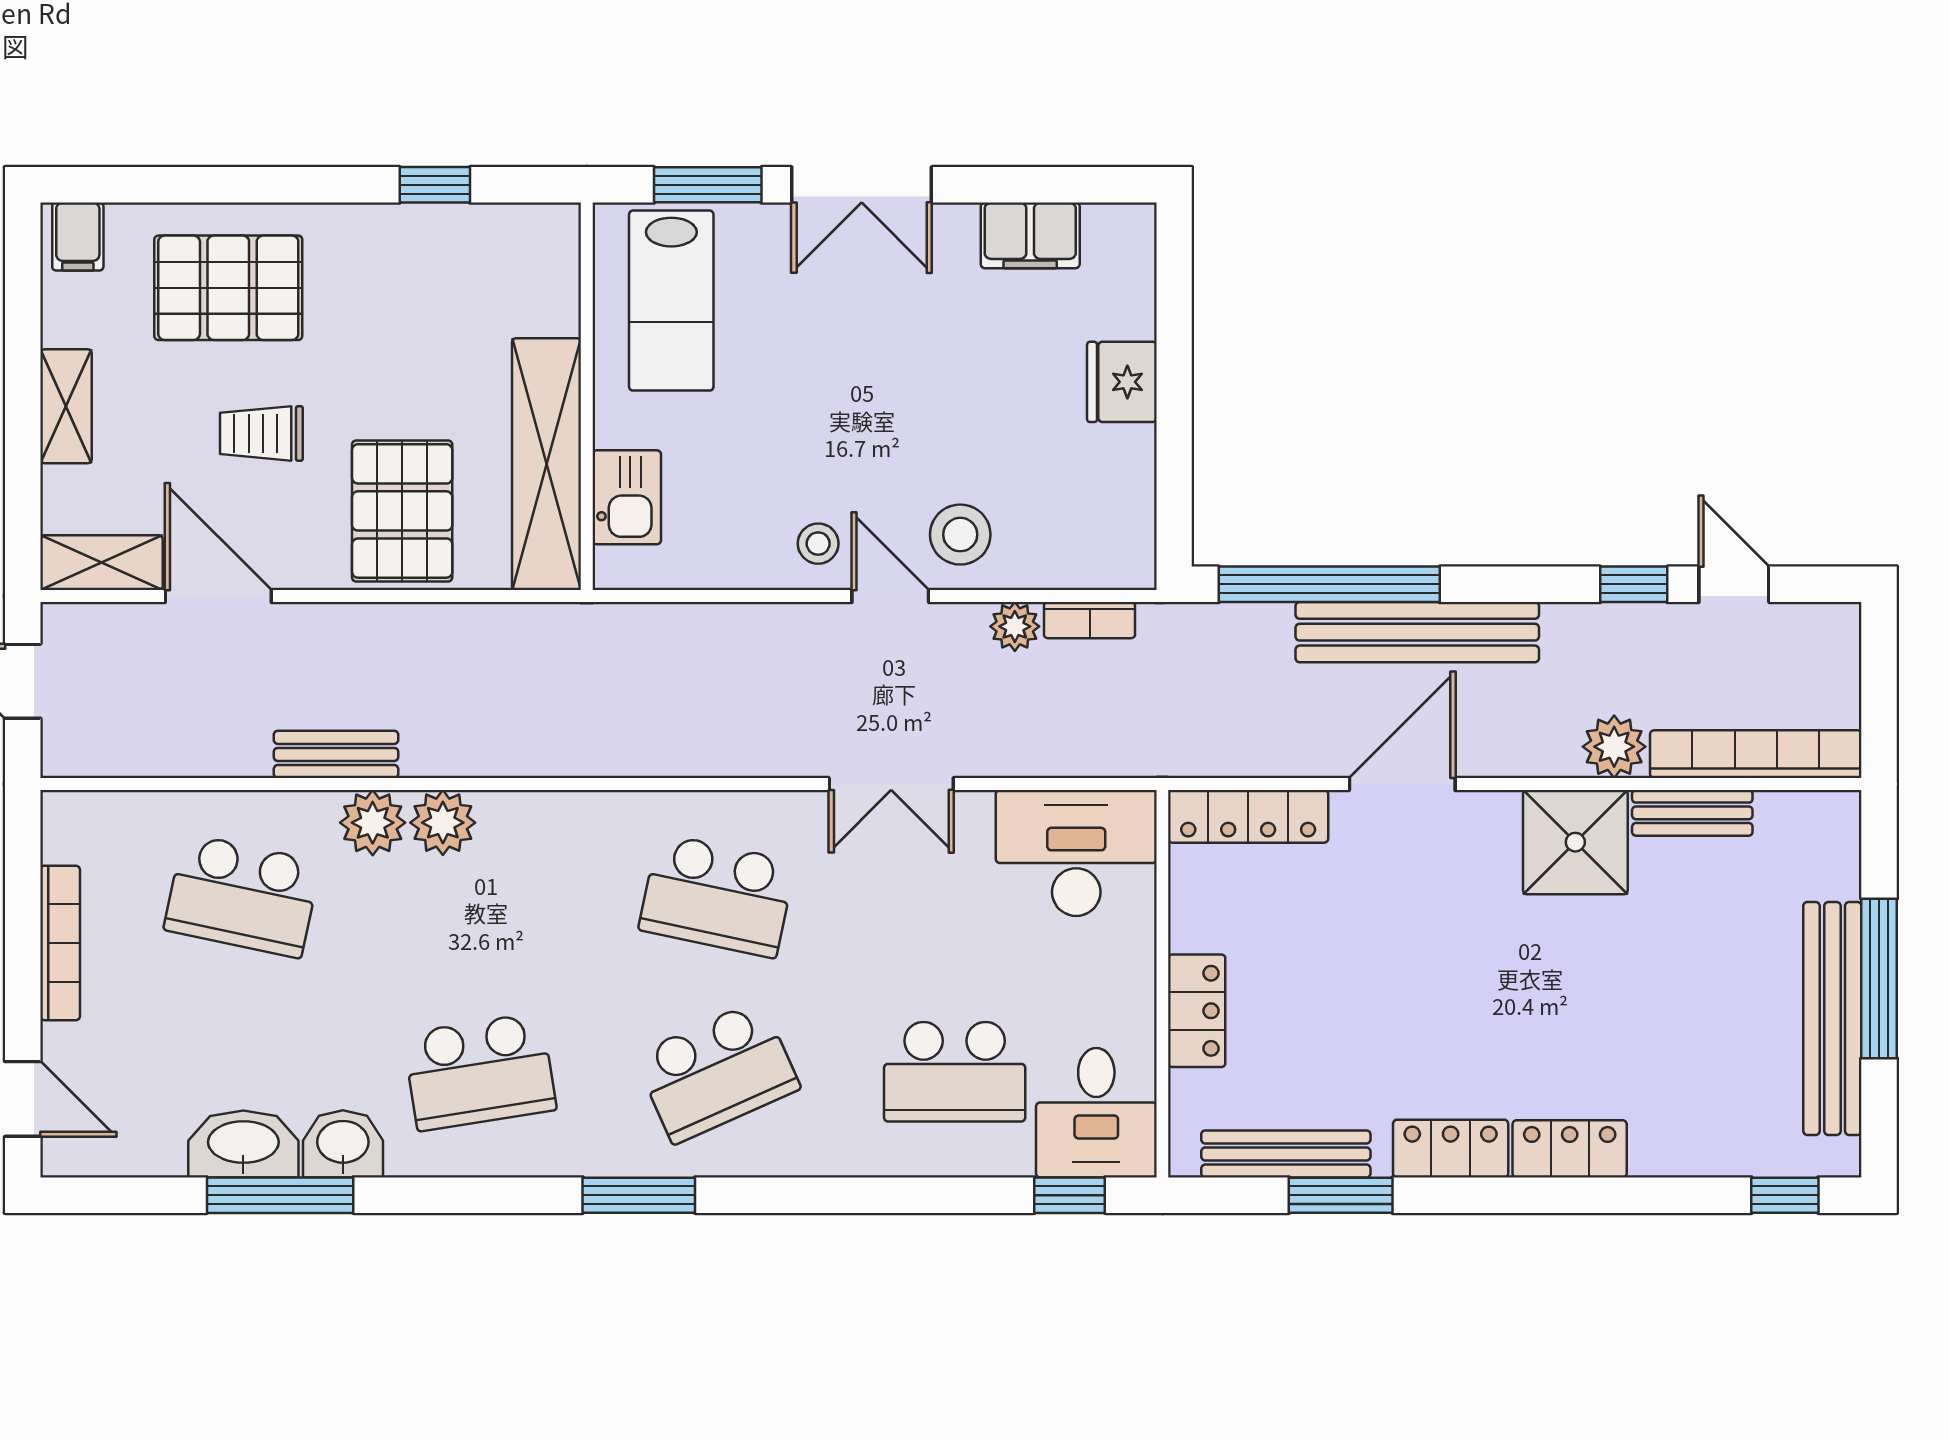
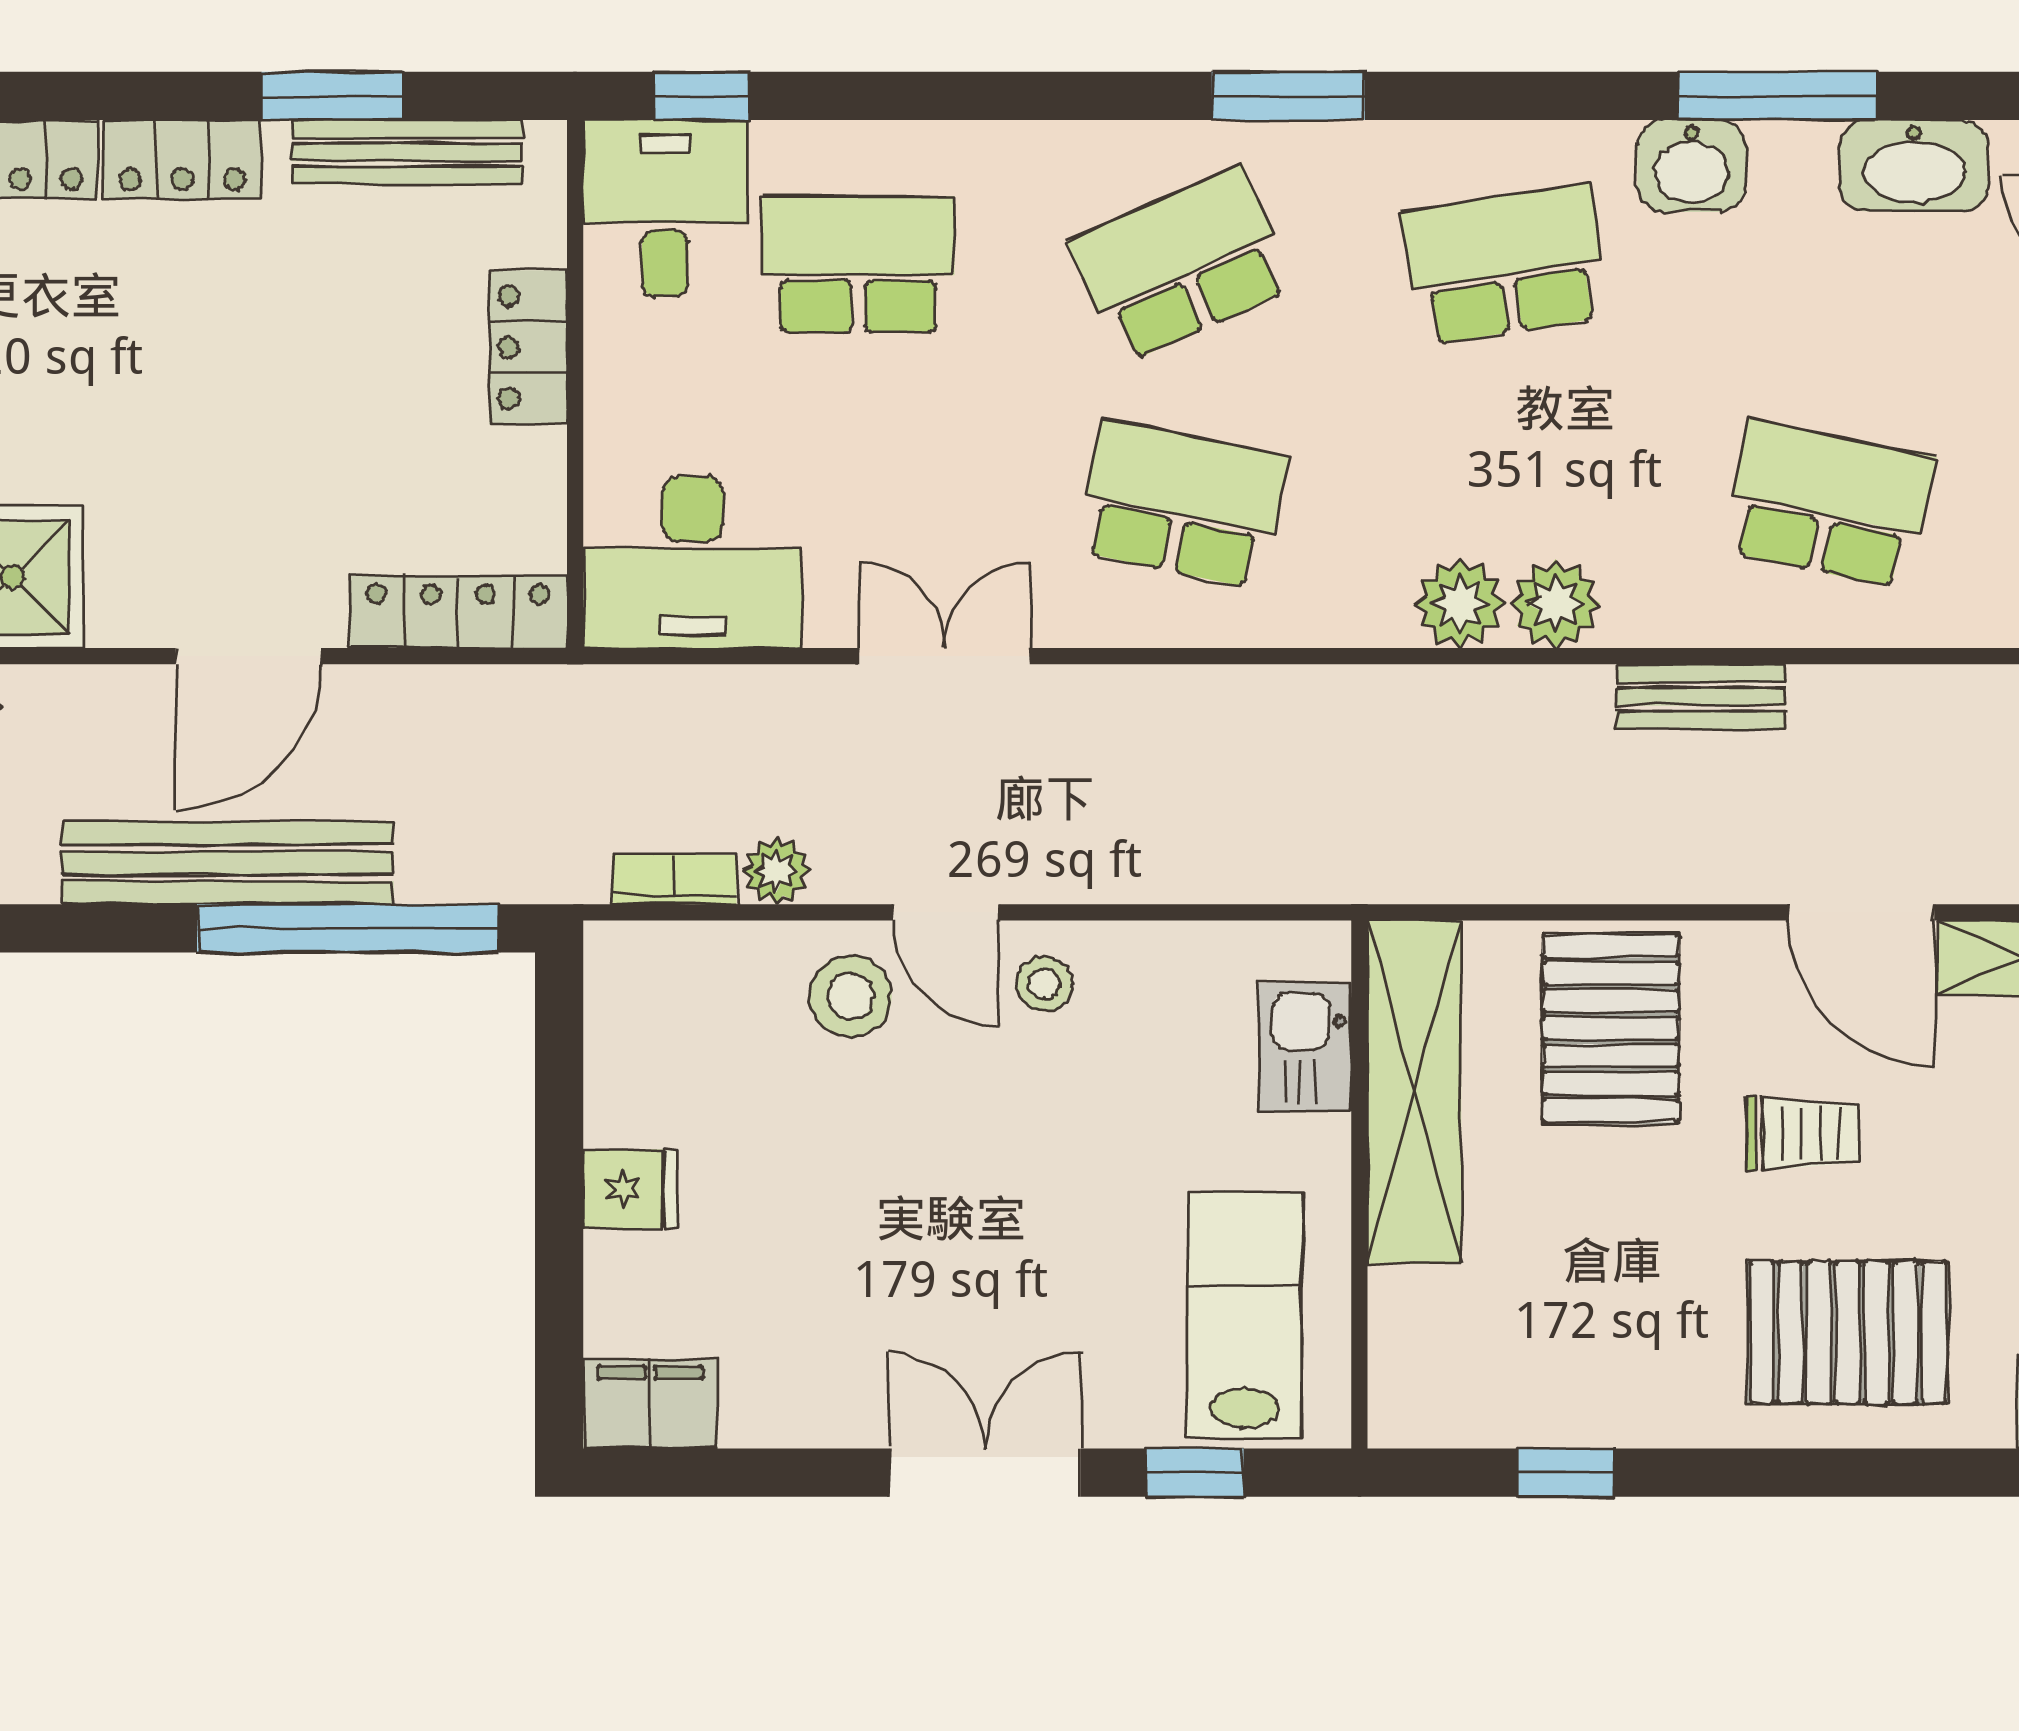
window: (708, 185) -> (1195, 1473), width x0.67
filing cabinet: (1030, 235) -> (650, 1404), moved
fridge: (1122, 382) -> (630, 1189), width x0.72
plant: (373, 823) -> (1460, 604), moved
washbasin: (243, 1144) -> (1914, 166), moved

